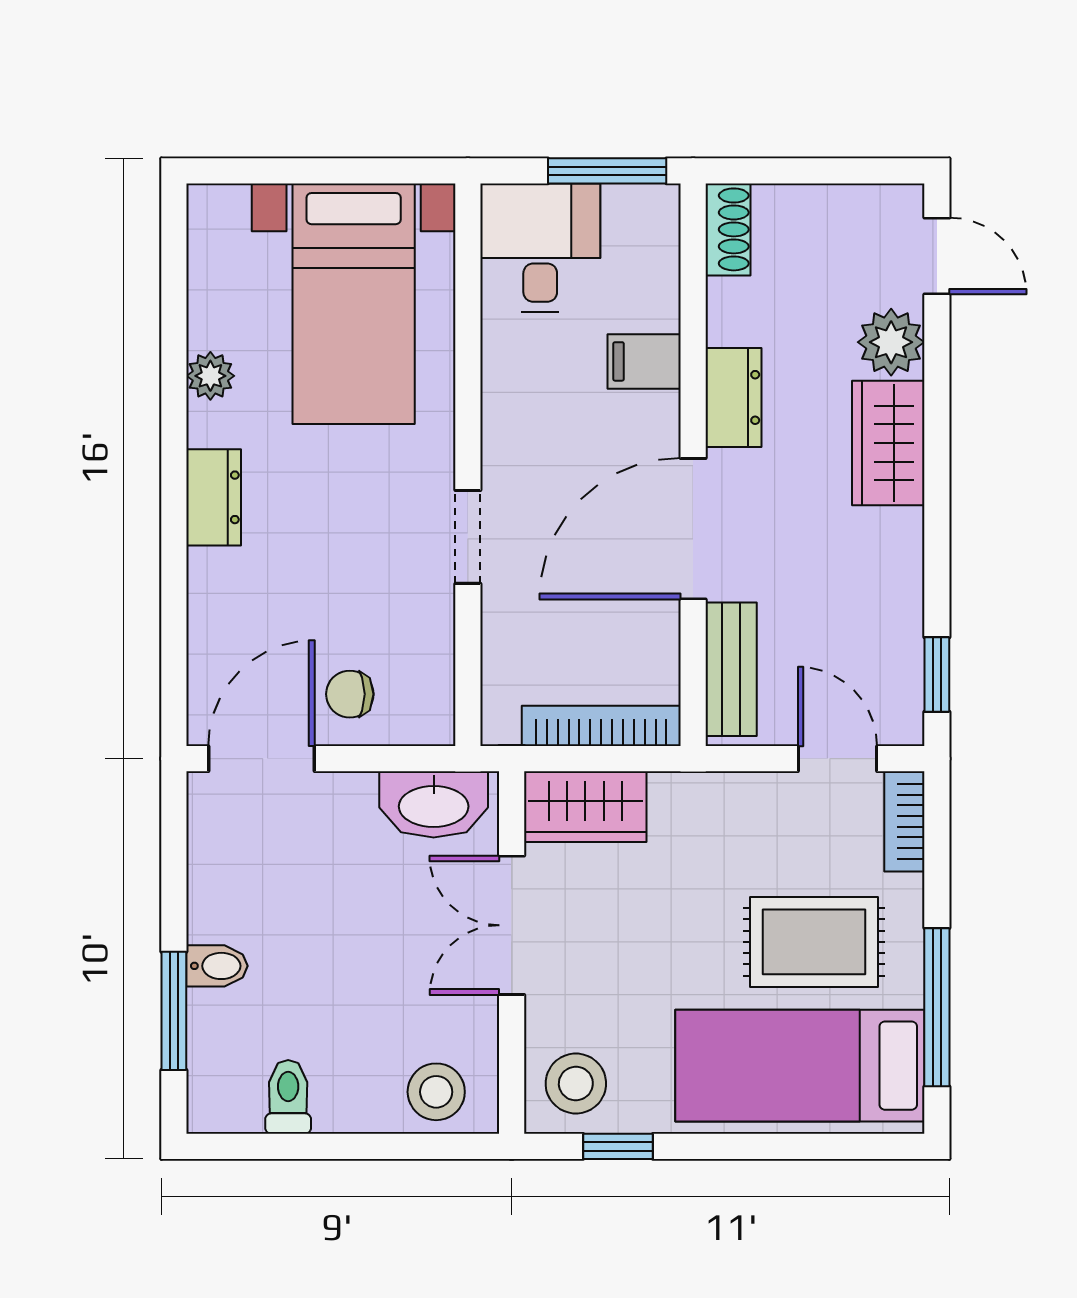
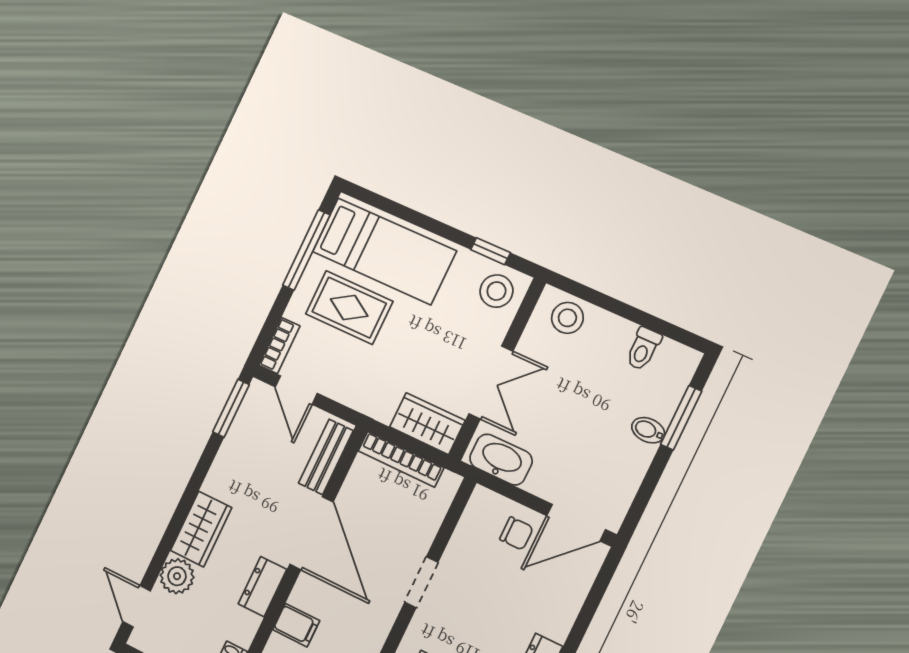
door: (693, 529) -> (312, 533), hinge flipped
window: (937, 674) -> (231, 408), width x1.50

